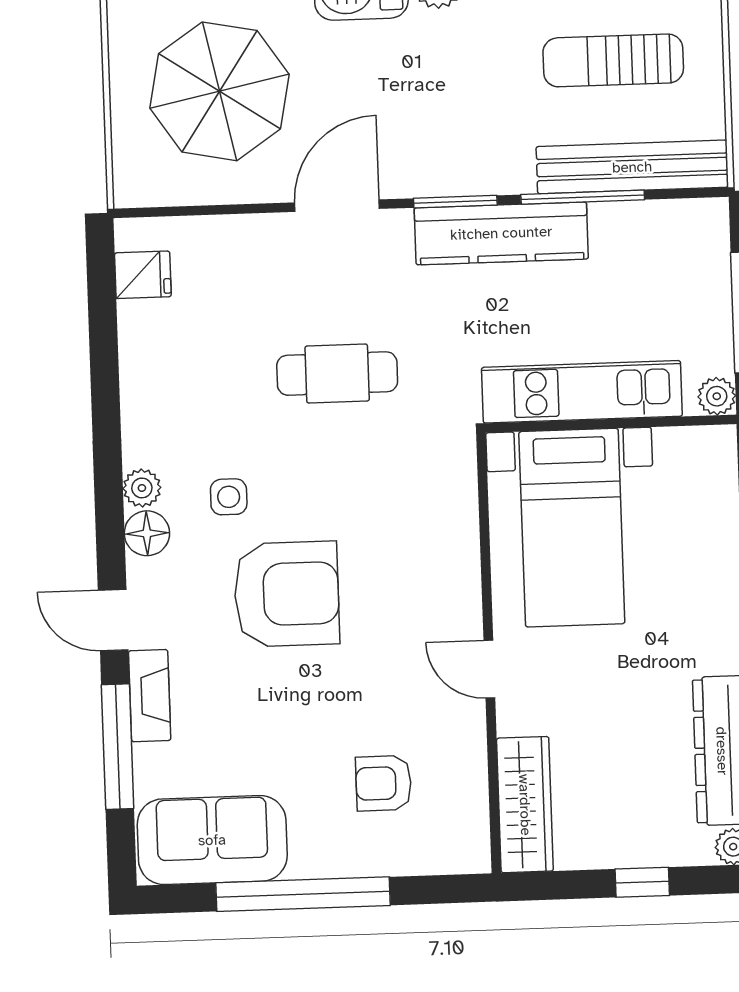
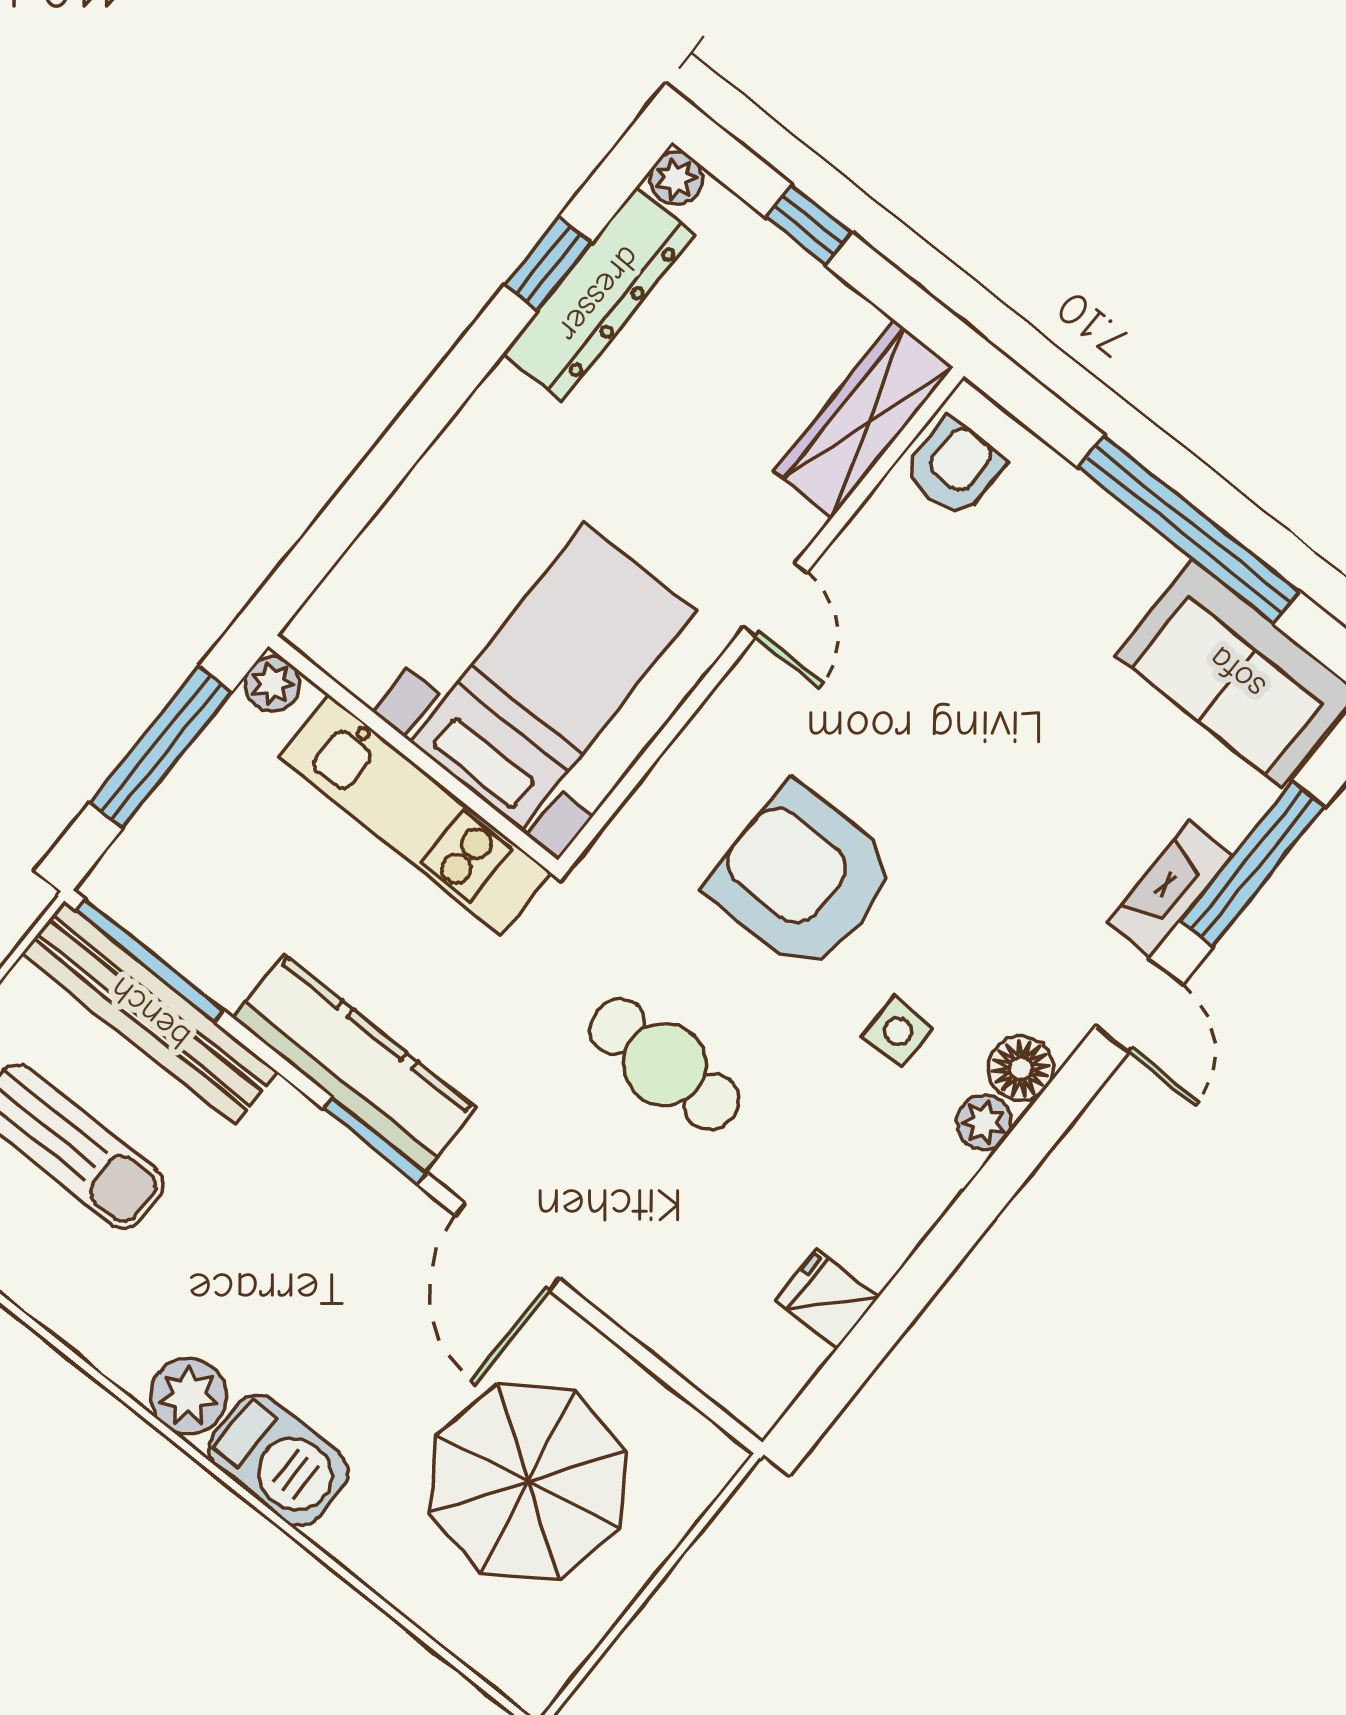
window: (583, 197) -> (150, 961), moved
door: (337, 206) -> (507, 1247), hinge flipped
fridge: (143, 275) -> (827, 1299), moved
armchair: (287, 594) -> (803, 878), moved
armchair: (384, 783) -> (954, 468), moved, turned -90

